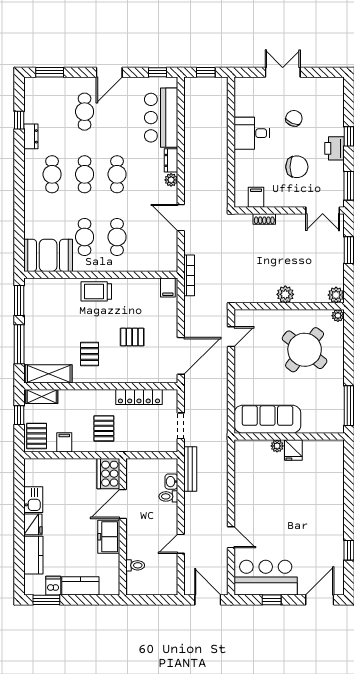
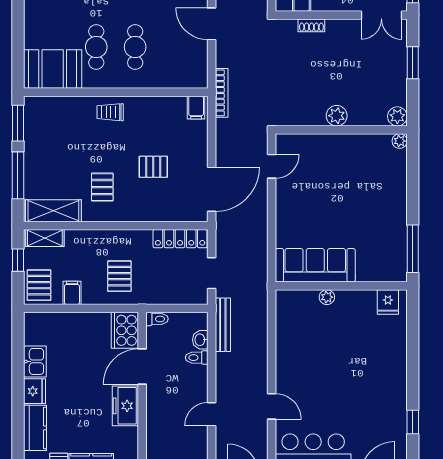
trolley: (96, 291) -> (110, 112), width x0.73, depth x0.72
round table: (305, 350) -> (360, 182), removed
locker: (139, 397) -> (180, 239), moved
fridge: (293, 450) -> (388, 302), moved
toilet: (135, 565) -> (157, 319), moved

